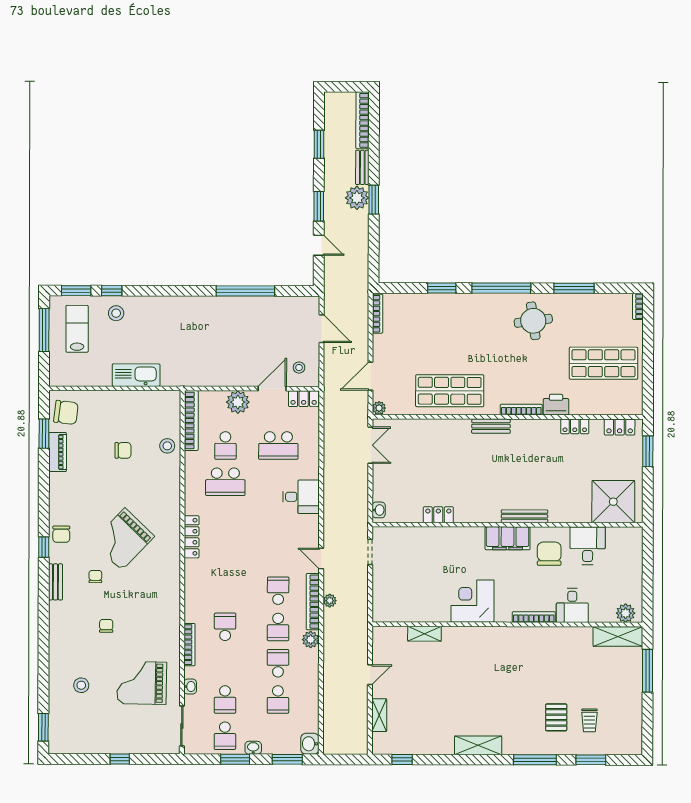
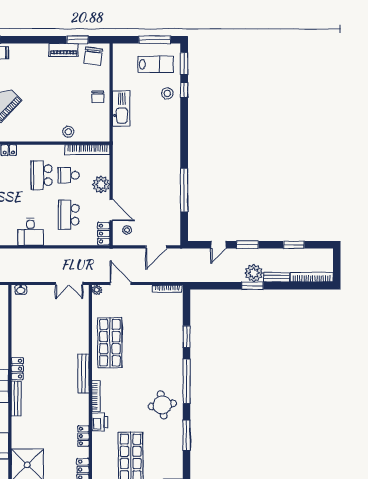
bench: (491, 426) -> (83, 373), width x1.36
chair: (123, 450) -> (98, 97), moved
locker: (438, 515) -> (17, 369), moved

